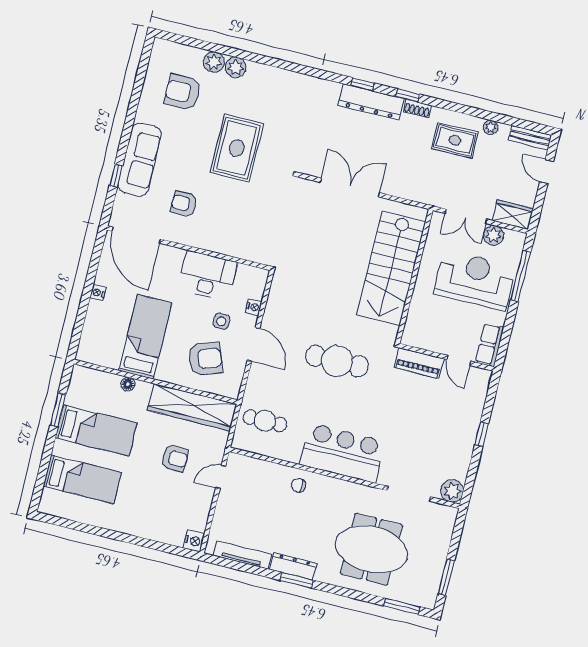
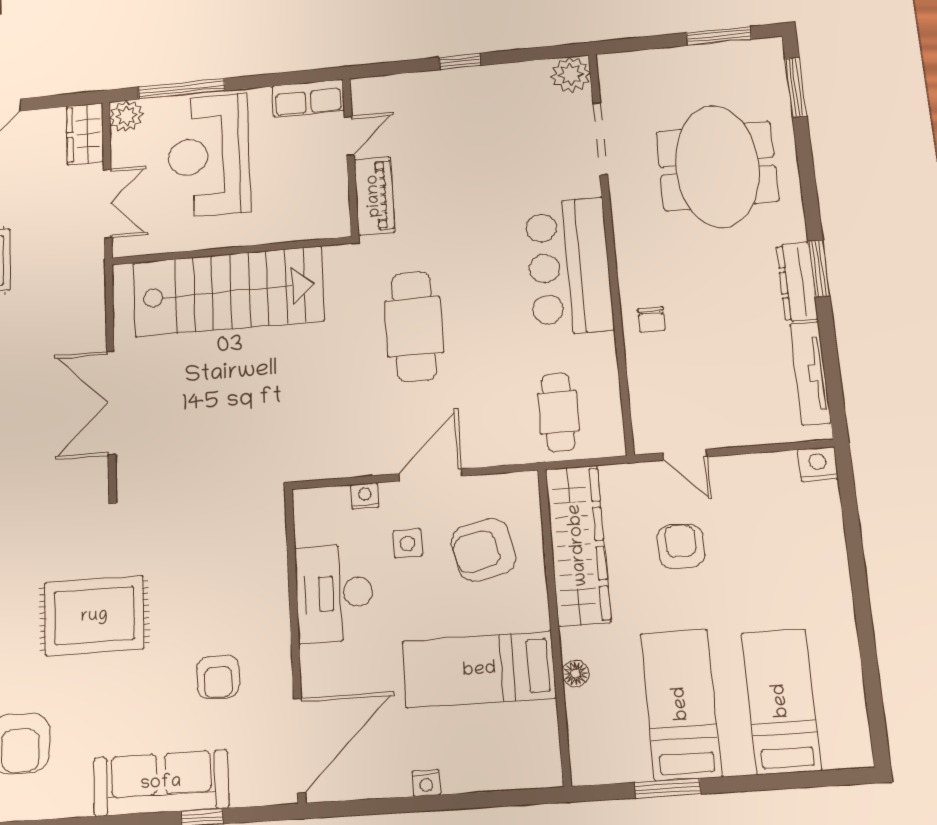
plant: (494, 235) -> (126, 116), moved
armchair: (205, 359) -> (483, 550), turned -83

